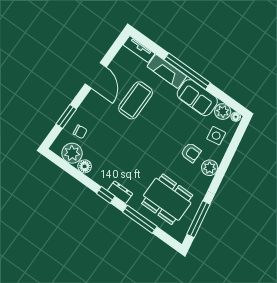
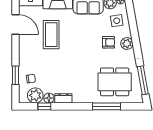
door: (96, 75) -> (15, 25), moved
dresser: (120, 192) -> (63, 98), moved
window: (106, 195) -> (44, 106), moved

